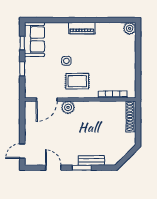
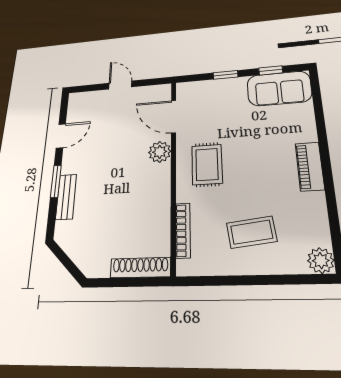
coffee table: (115, 60) -> (252, 232), added
side table: (66, 61) -> (244, 143), removed
door: (22, 151) -> (120, 85), moved

